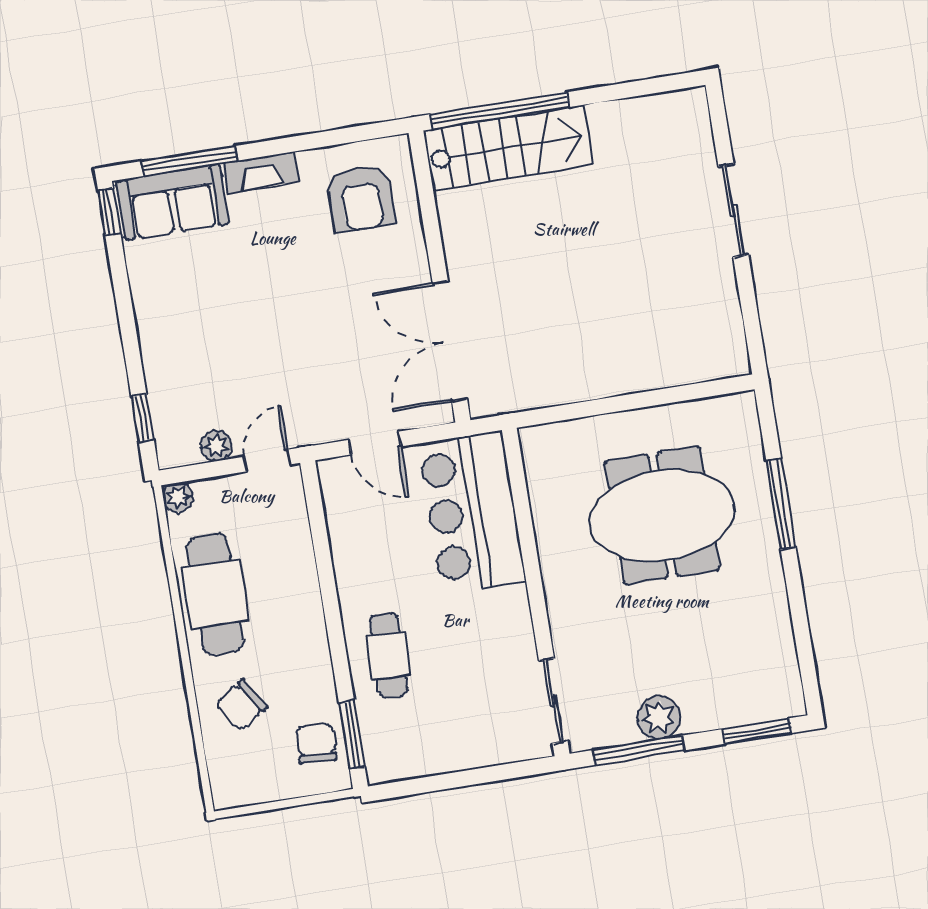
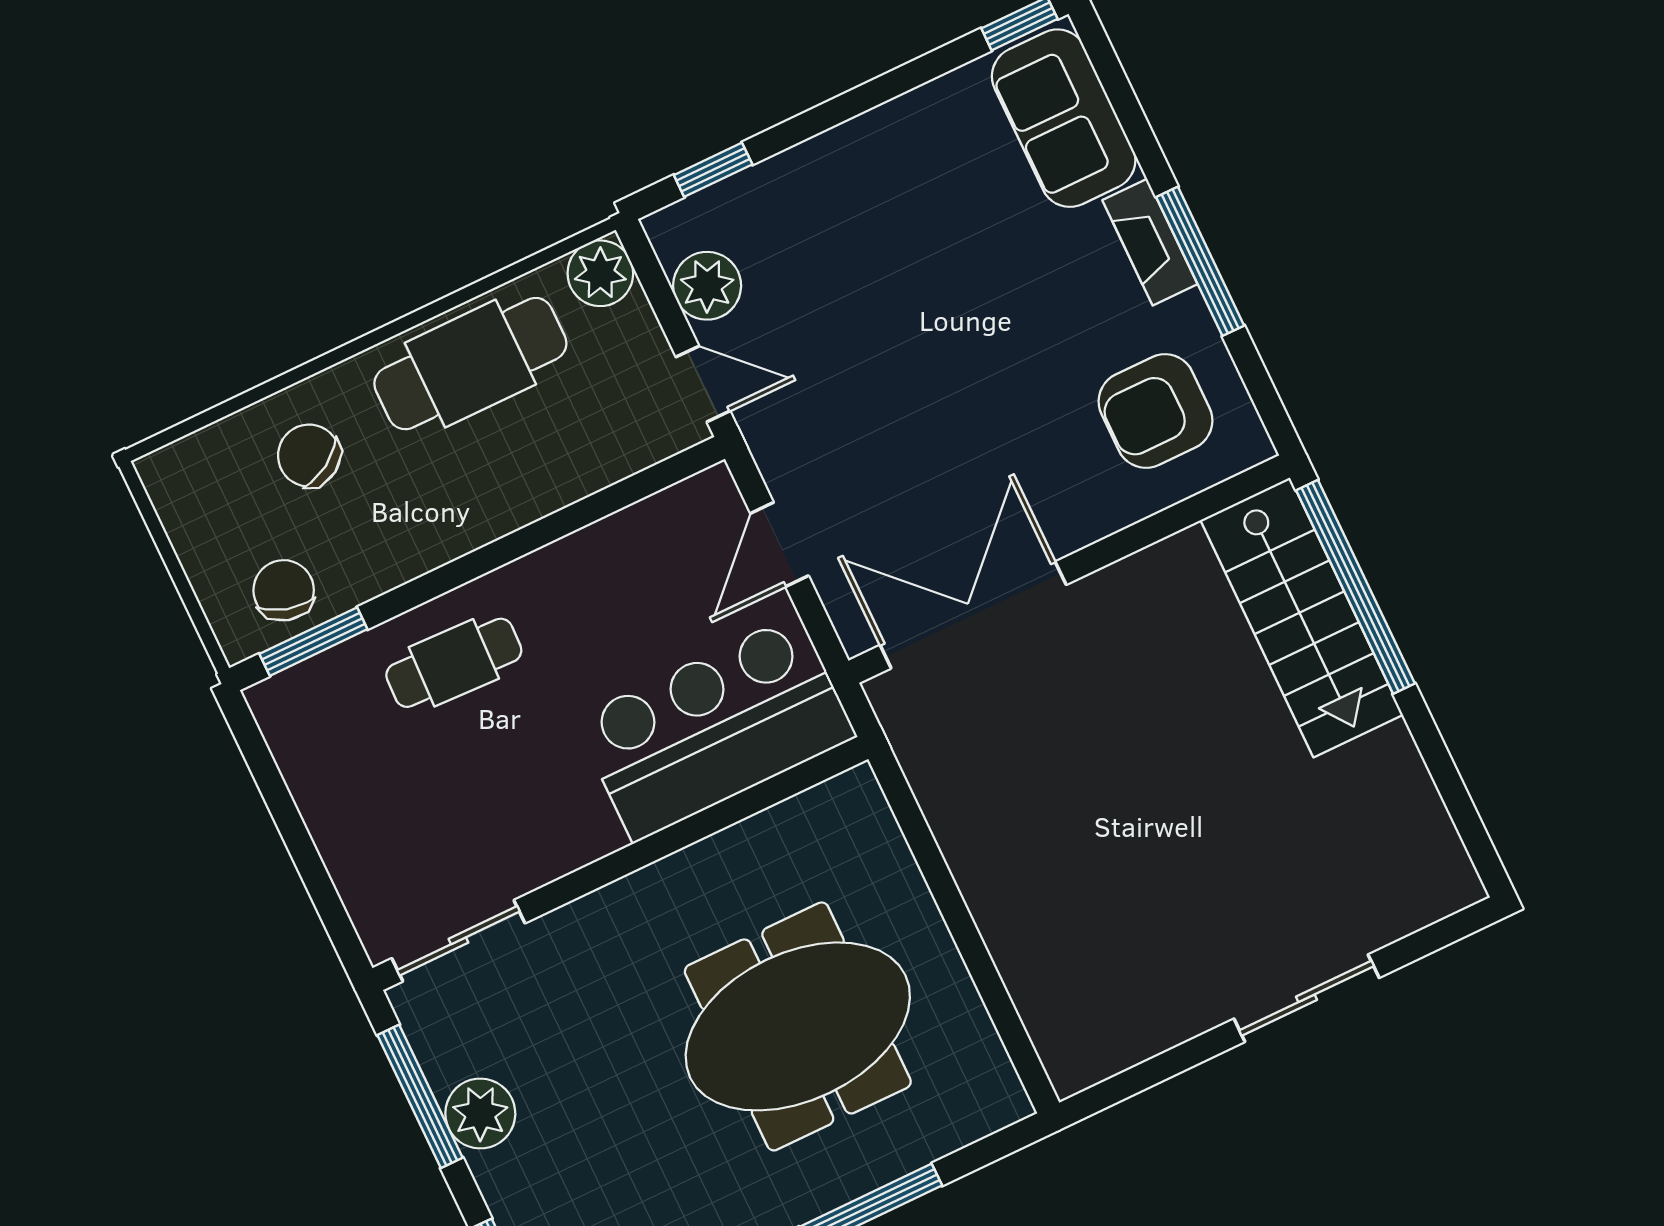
window: (189, 161) -> (1200, 261), moved
plant: (216, 446) -> (707, 286), width x1.38, depth x1.38
plant: (178, 497) -> (600, 273), width x1.38, depth x1.38
meeting table: (662, 515) -> (798, 1026), turned 90
chair: (316, 743) -> (284, 590), turned -77

